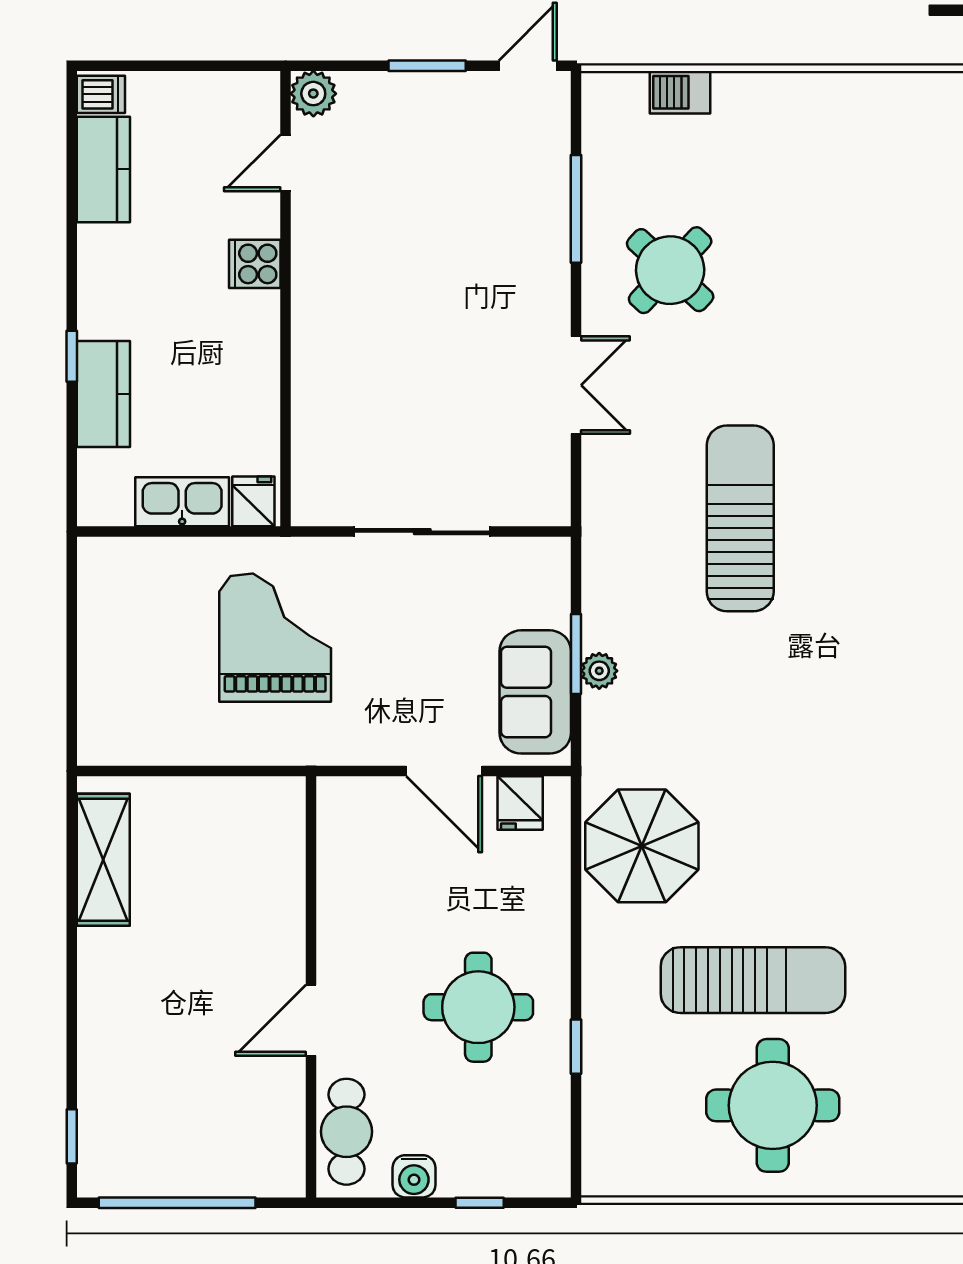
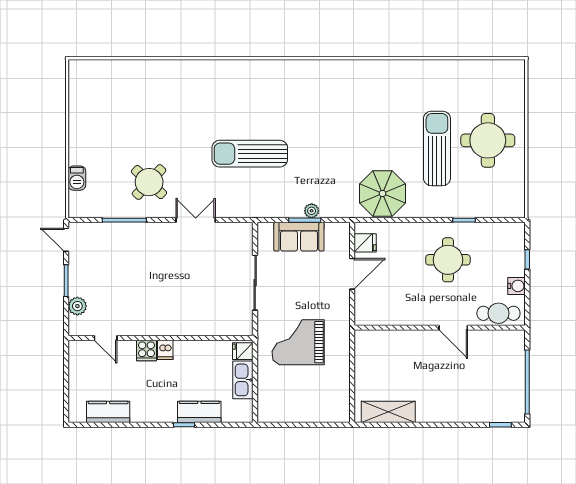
dishwasher: (101, 94) -> (165, 350), moved, turned 180
plant: (313, 94) -> (77, 306), moved
sofa: (535, 692) -> (299, 237), moved

